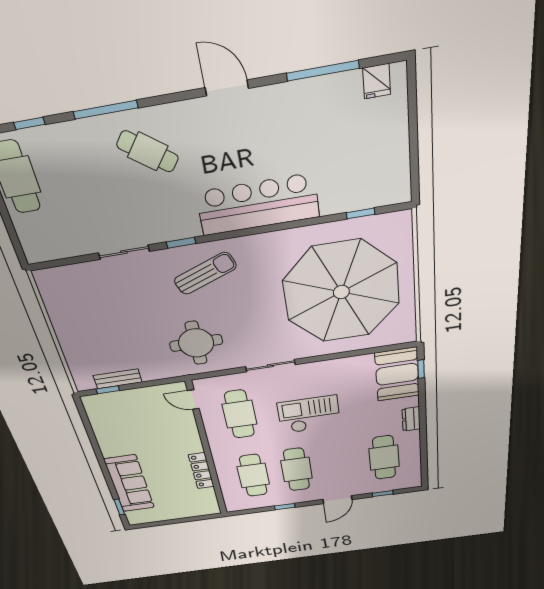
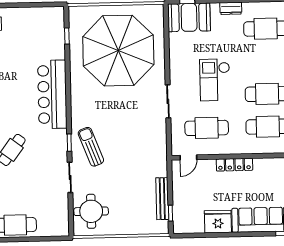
sun lounger: (205, 273) -> (91, 147), moved
round table: (196, 343) -> (91, 211), moved
bench: (118, 379) -> (162, 199), width x1.36
fridge: (113, 442) -> (218, 222), added
locker: (201, 471) -> (234, 165), moved

